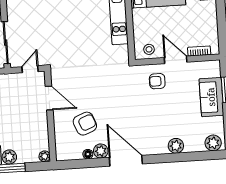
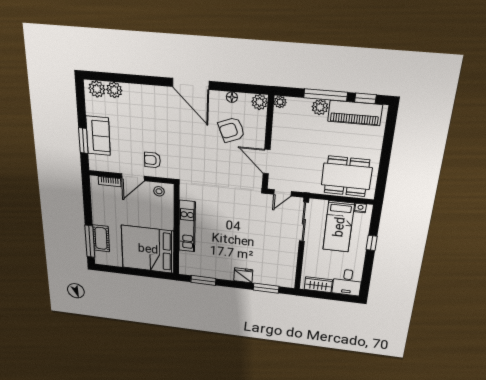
door: (176, 60) -> (133, 177), hinge flipped
armchair: (157, 81) -> (152, 160), turned 180
plant: (176, 146) -> (114, 90), moved
plant: (101, 151) -> (260, 102), moved

